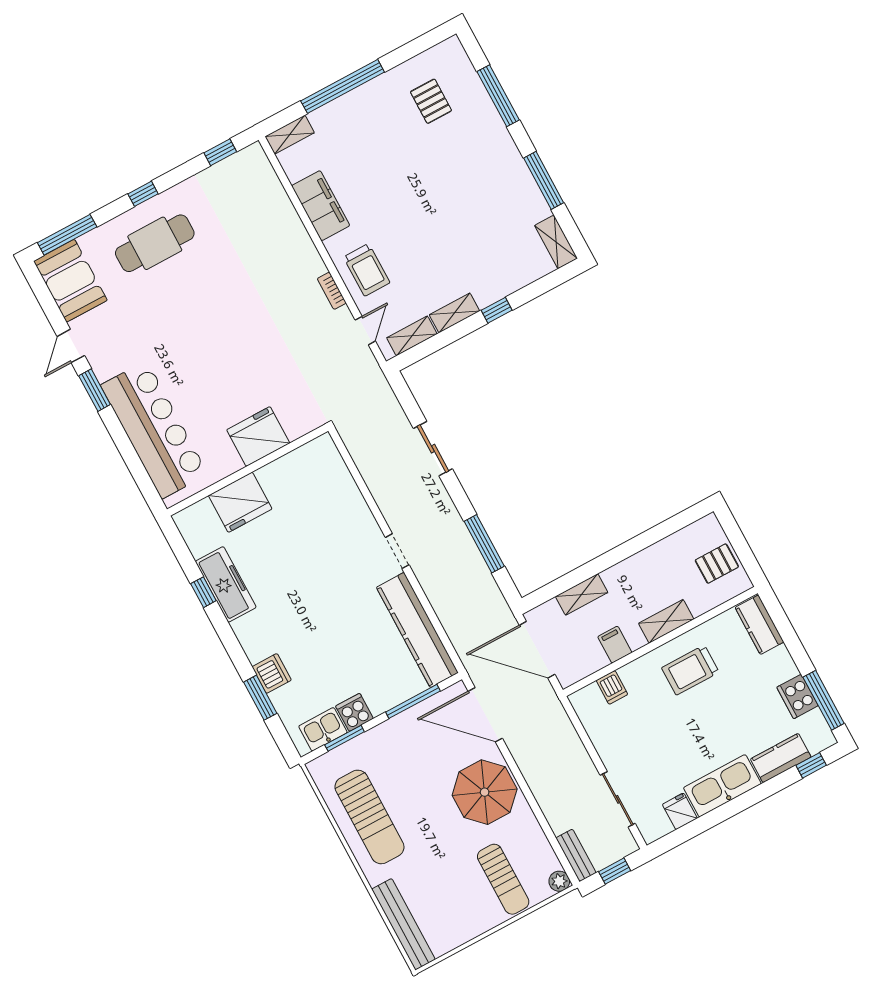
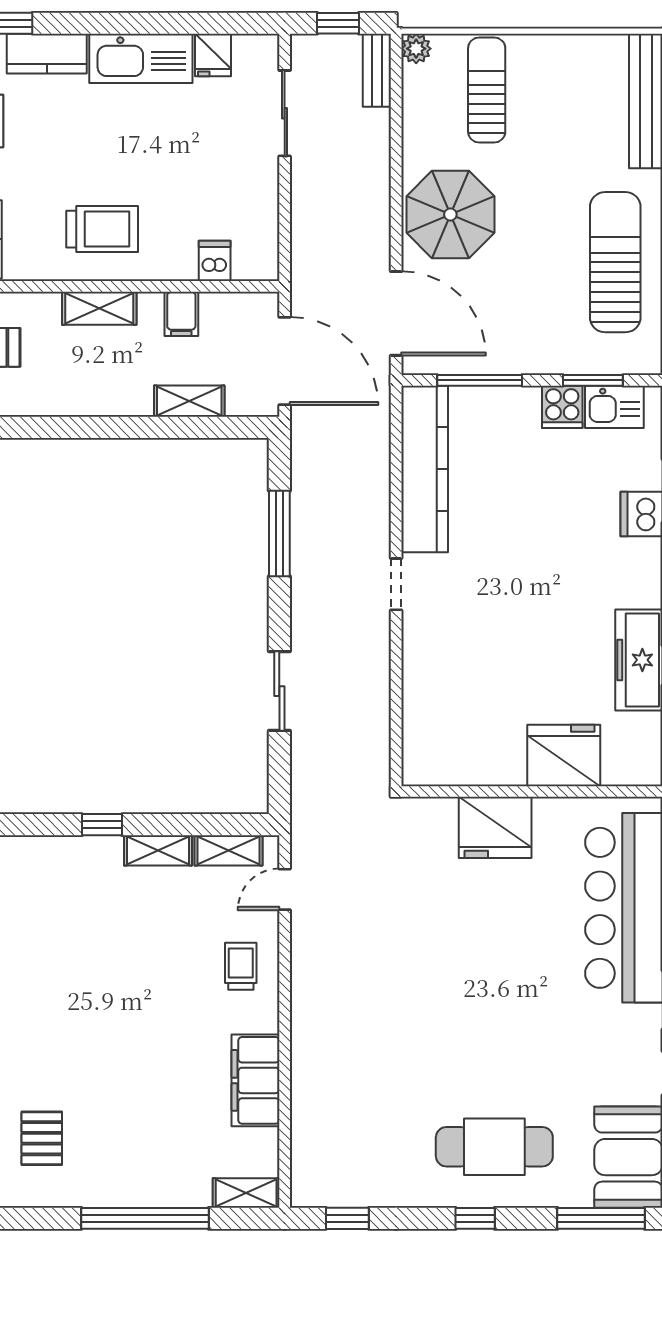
trolley: (367, 270) -> (241, 966), width x0.73, depth x0.72
bookcase: (332, 291) -> (300, 963), removed

